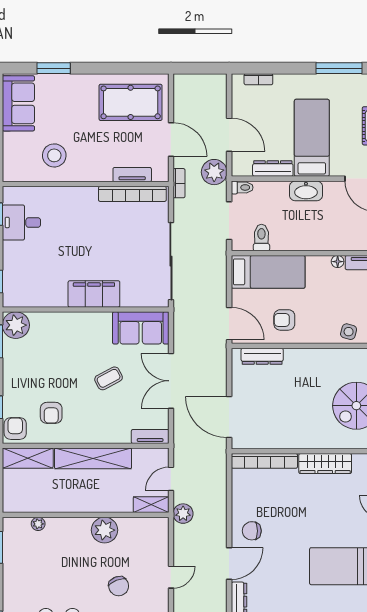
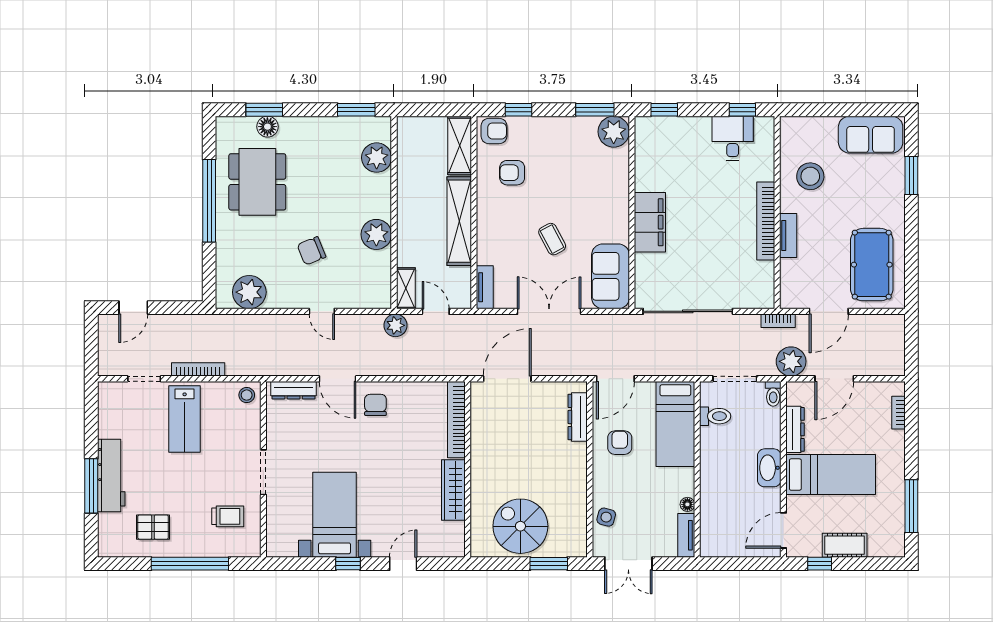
tv unit: (132, 175) -> (788, 236), moved
bookcase: (132, 194) -> (766, 221), moved
plant: (38, 524) -> (377, 158), width x1.88, depth x1.88

